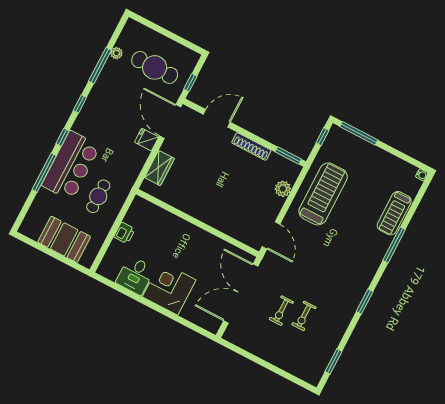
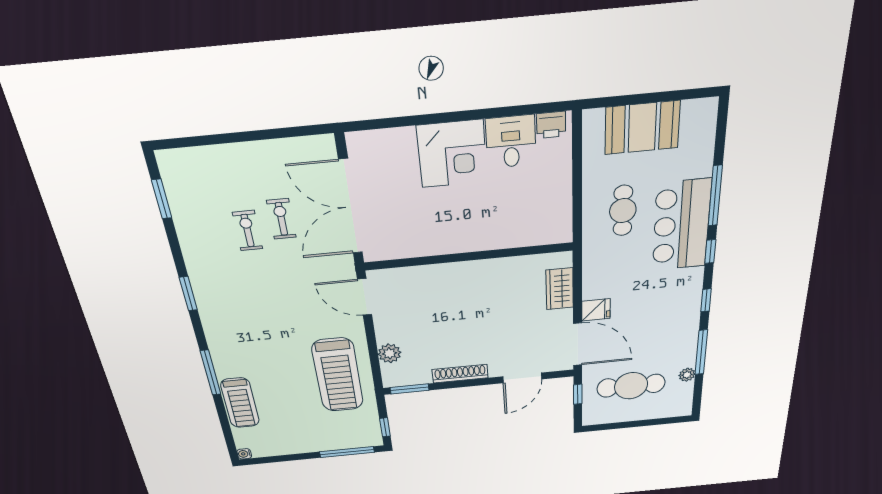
treadmill: (394, 213) -> (240, 403), turned 180
printer: (124, 233) -> (551, 125), moved, turned -90
double door: (241, 294) -> (351, 207), swing flipped

